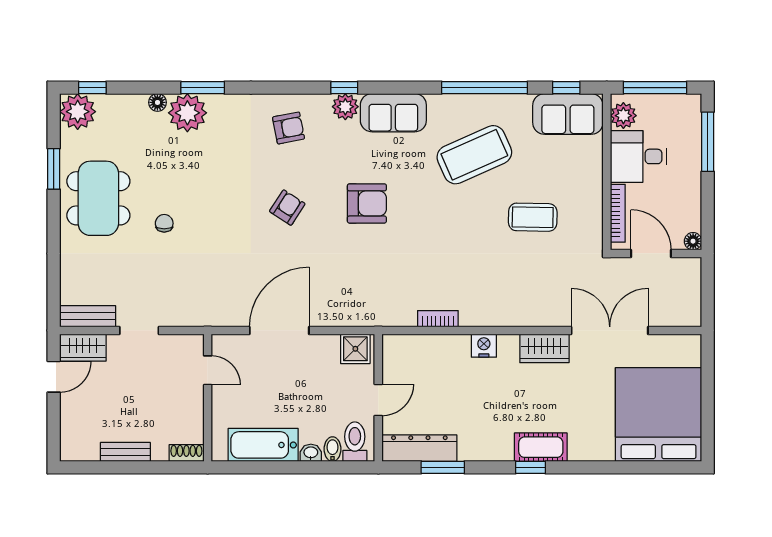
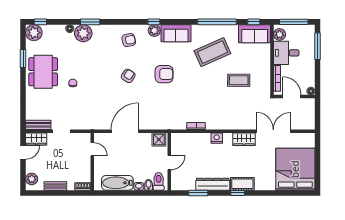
plant: (73, 436) -> (32, 179), added
dresser: (419, 448) -> (213, 184), moved

